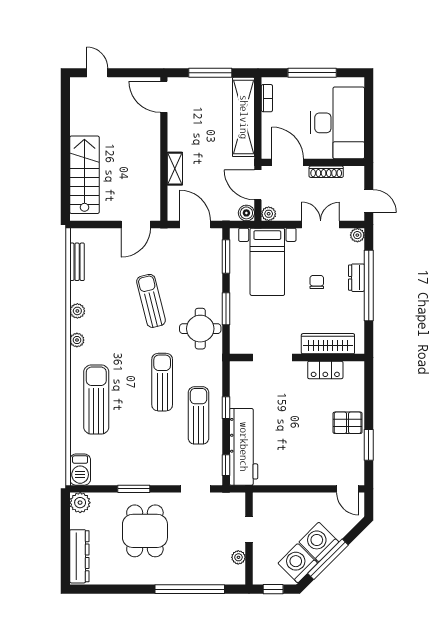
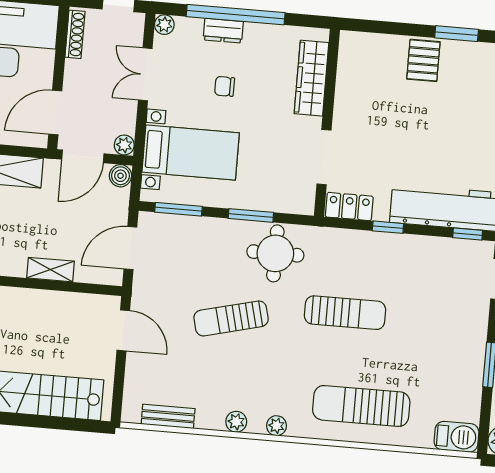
shoe rack: (326, 172) -> (75, 34), moved
locker: (325, 370) -> (349, 207), moved, turned -90
sun lounger: (162, 382) -> (345, 313), turned 180
sun lounger: (199, 415) -> (395, 266), removed

